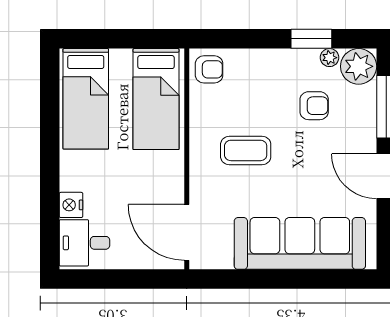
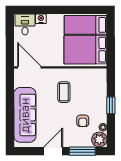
window: (311, 39) -> (111, 105), moved
armchair: (209, 69) -> (98, 77), removed
bed: (156, 99) -> (85, 50), width x1.50
door: (187, 232) -> (29, 67), hinge flipped

